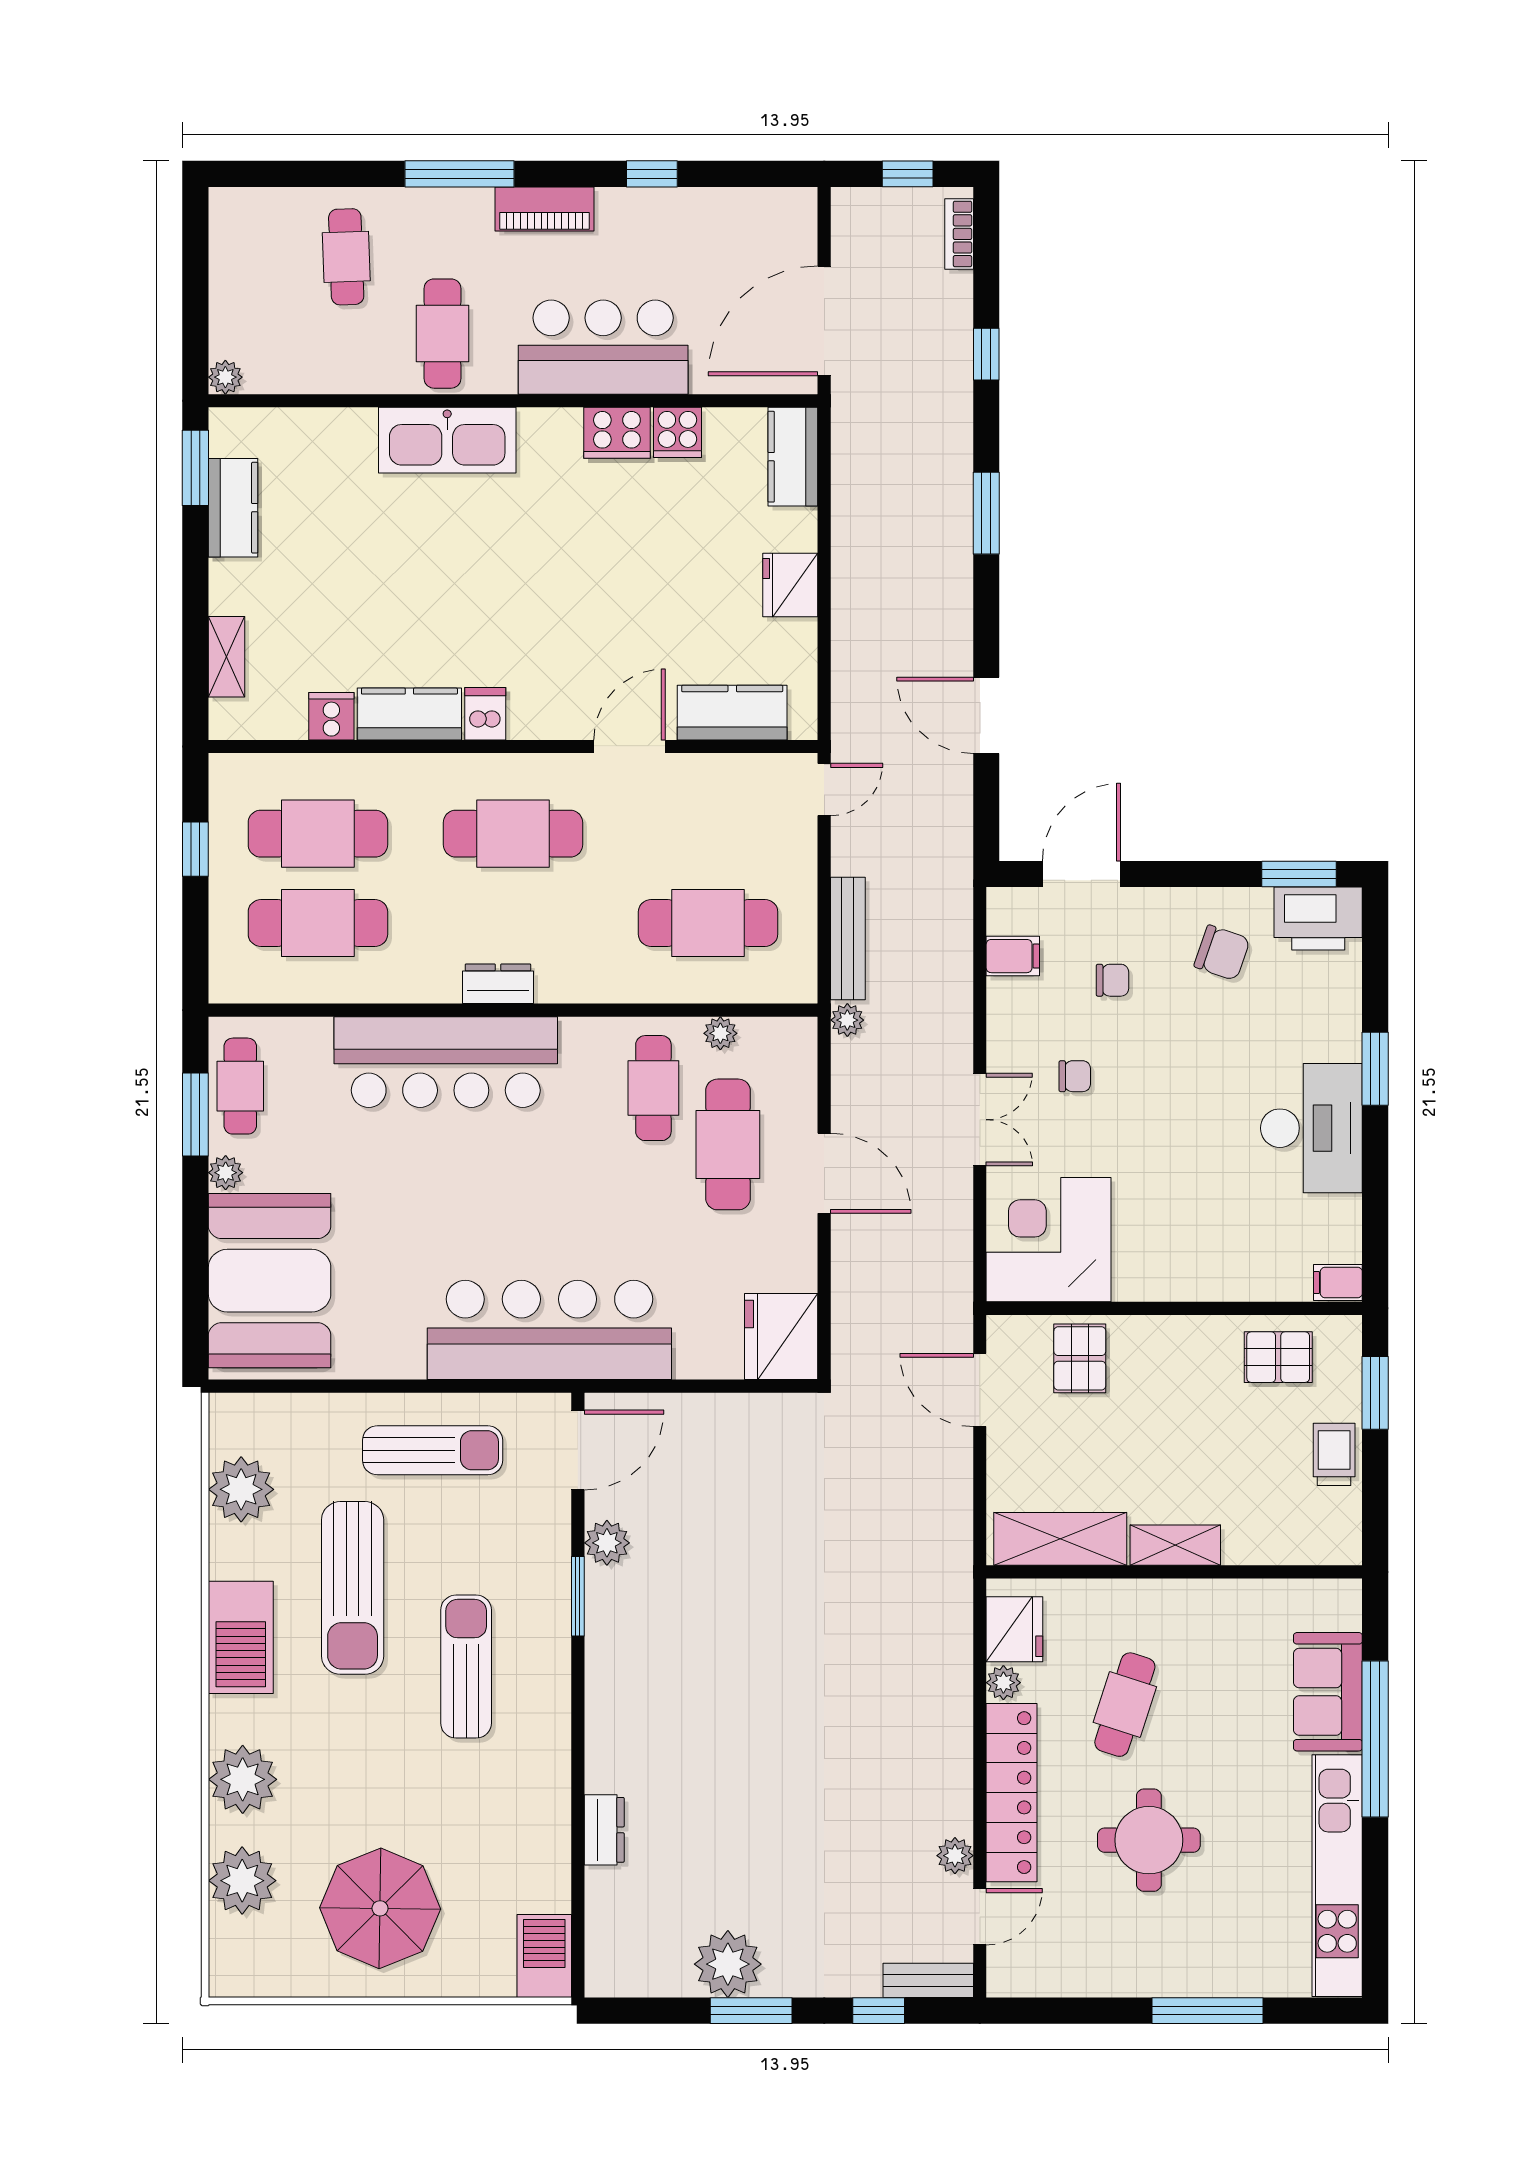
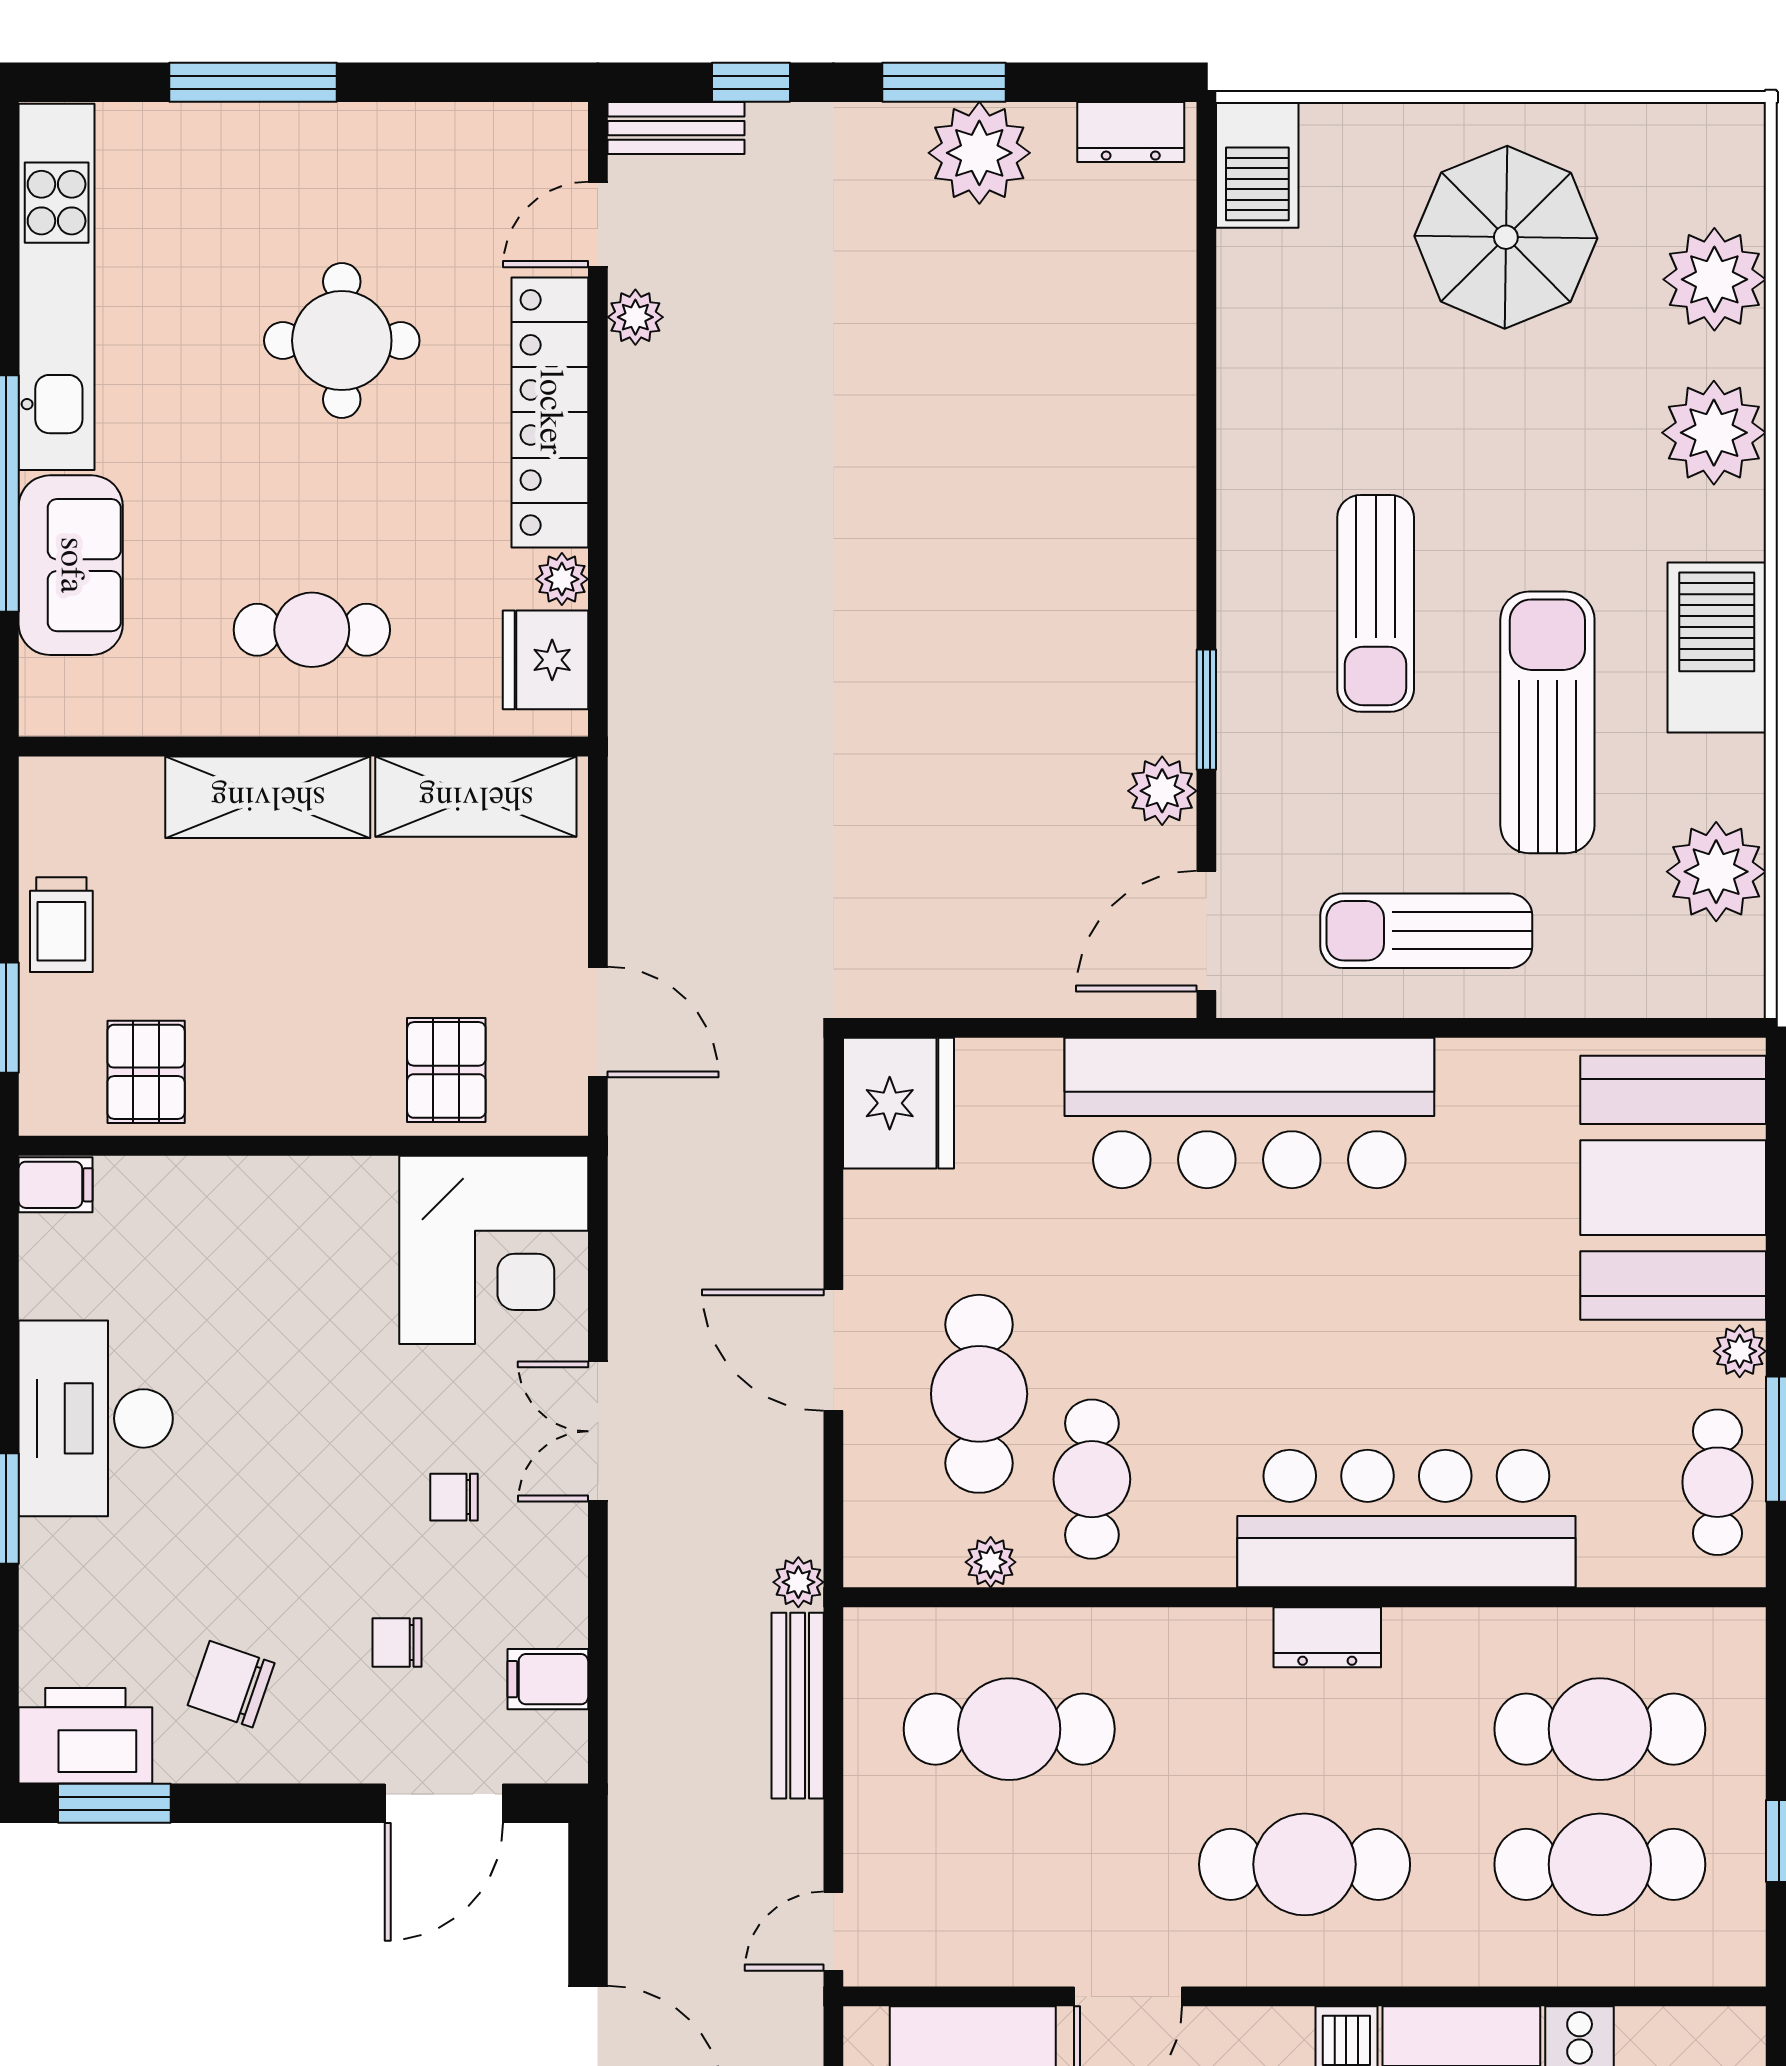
pallet: (1278, 1357) -> (146, 1072), turned 90
shelving: (1175, 1545) -> (268, 797), width x1.50, depth x1.33
cafe table: (1125, 1705) -> (312, 630), moved, turned 72
dresser: (604, 1830) -> (1131, 132), moved, turned -90

